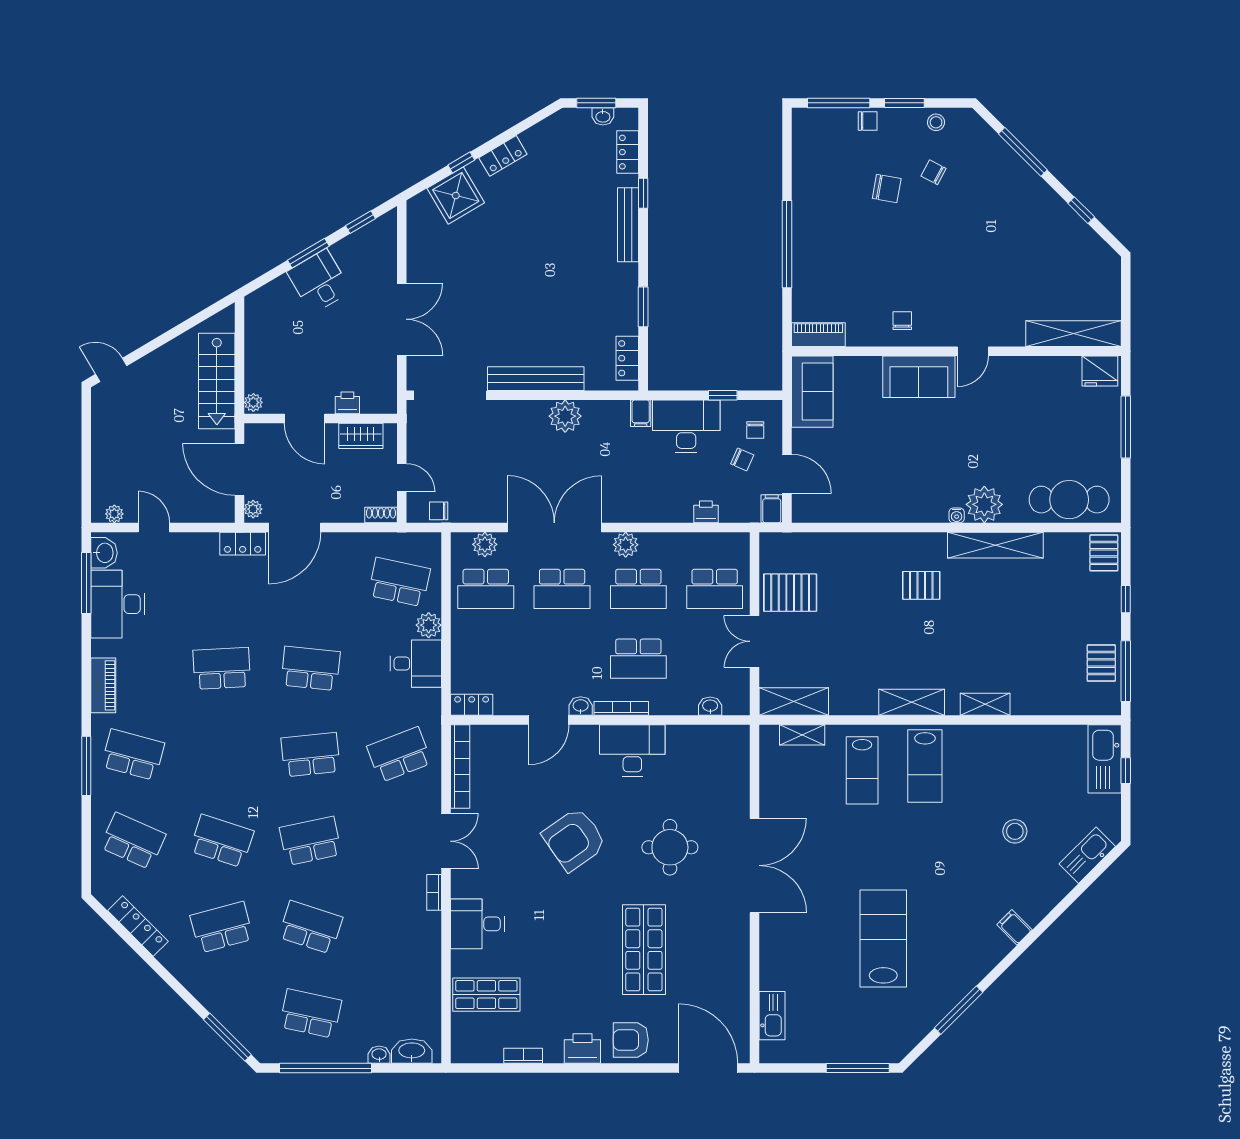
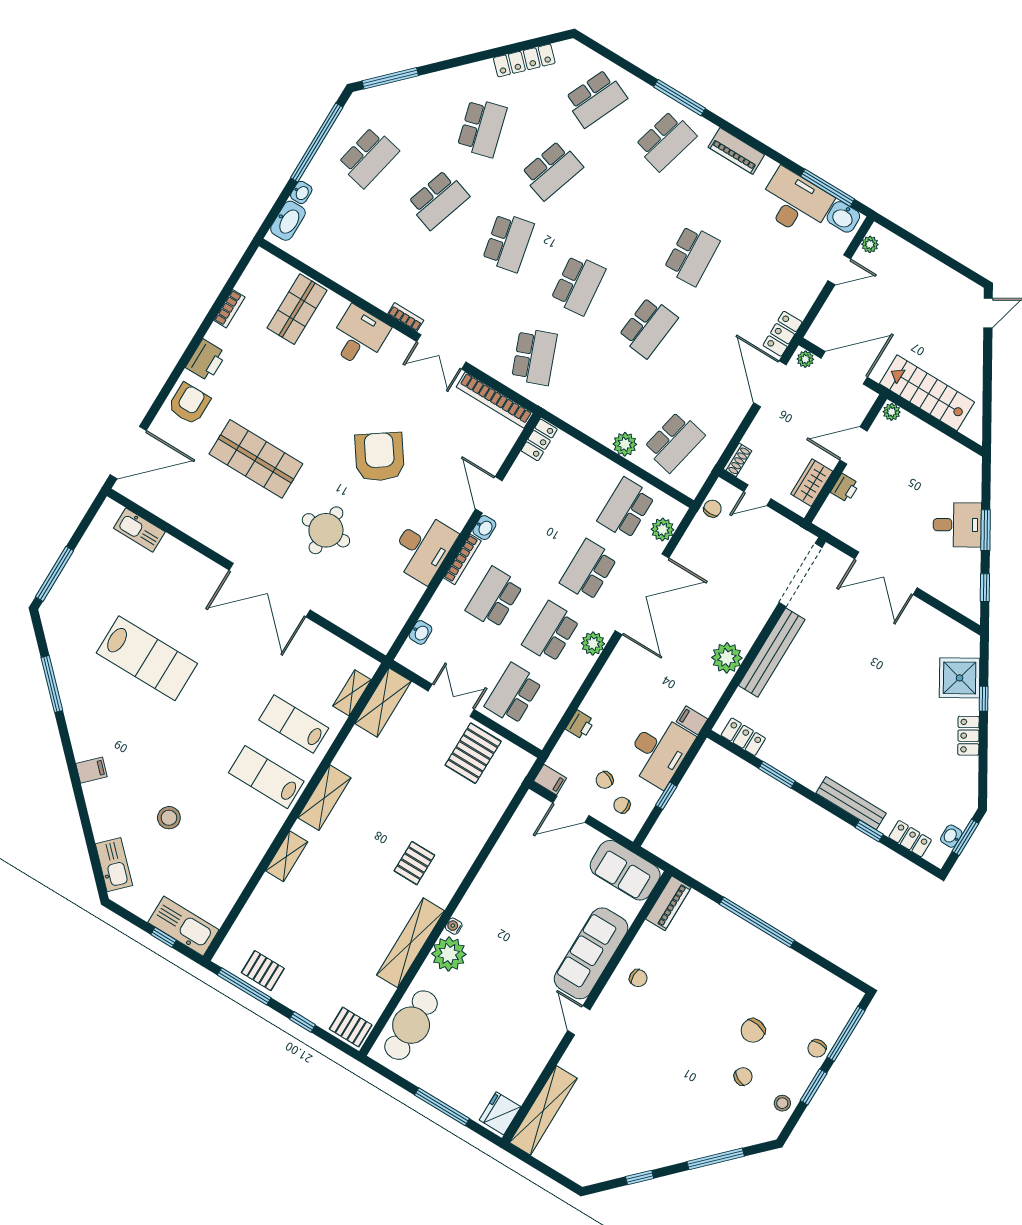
sofa: (919, 377) -> (591, 953), width x1.36
desk: (416, 664) -> (600, 415), removed

